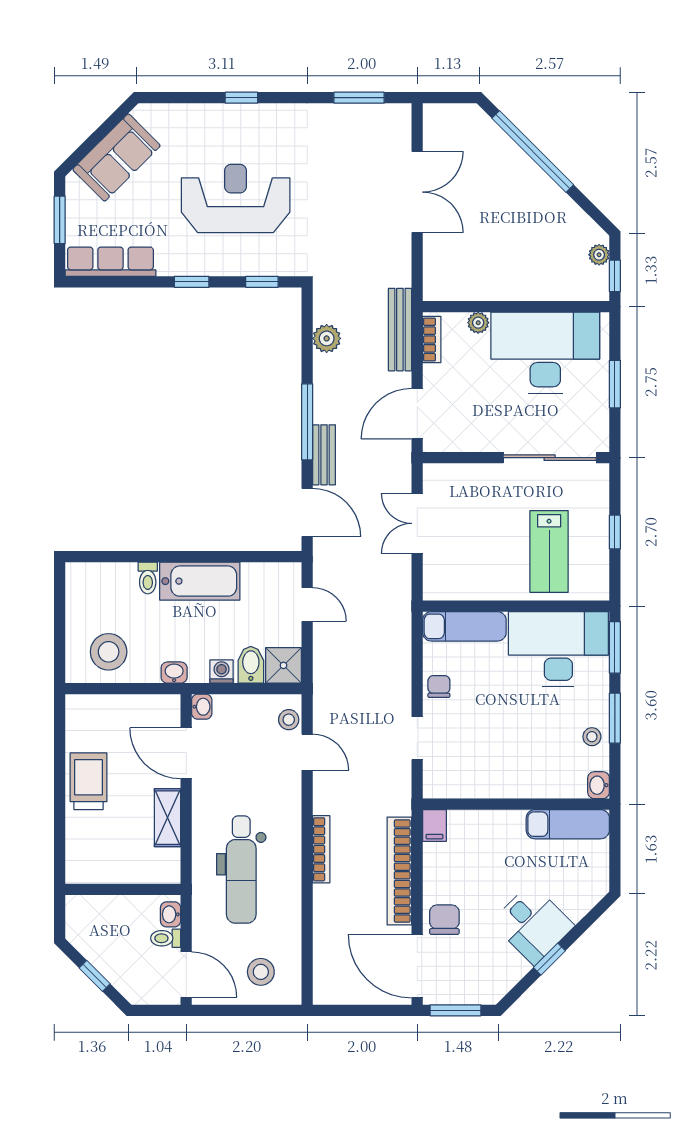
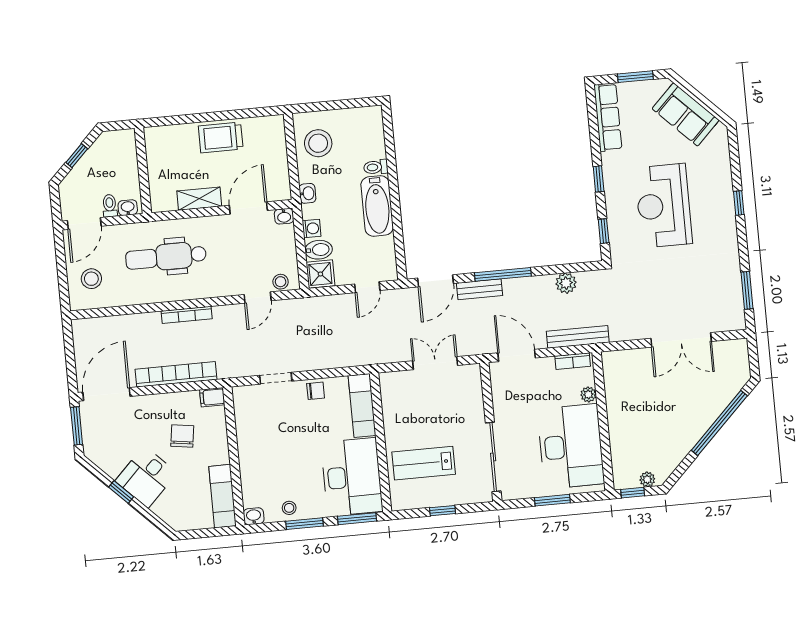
reception desk: (236, 198) -> (664, 206), turned 180
trolley: (88, 781) -> (221, 137), turned 180
chair: (444, 920) -> (182, 436), moved, turned -82

